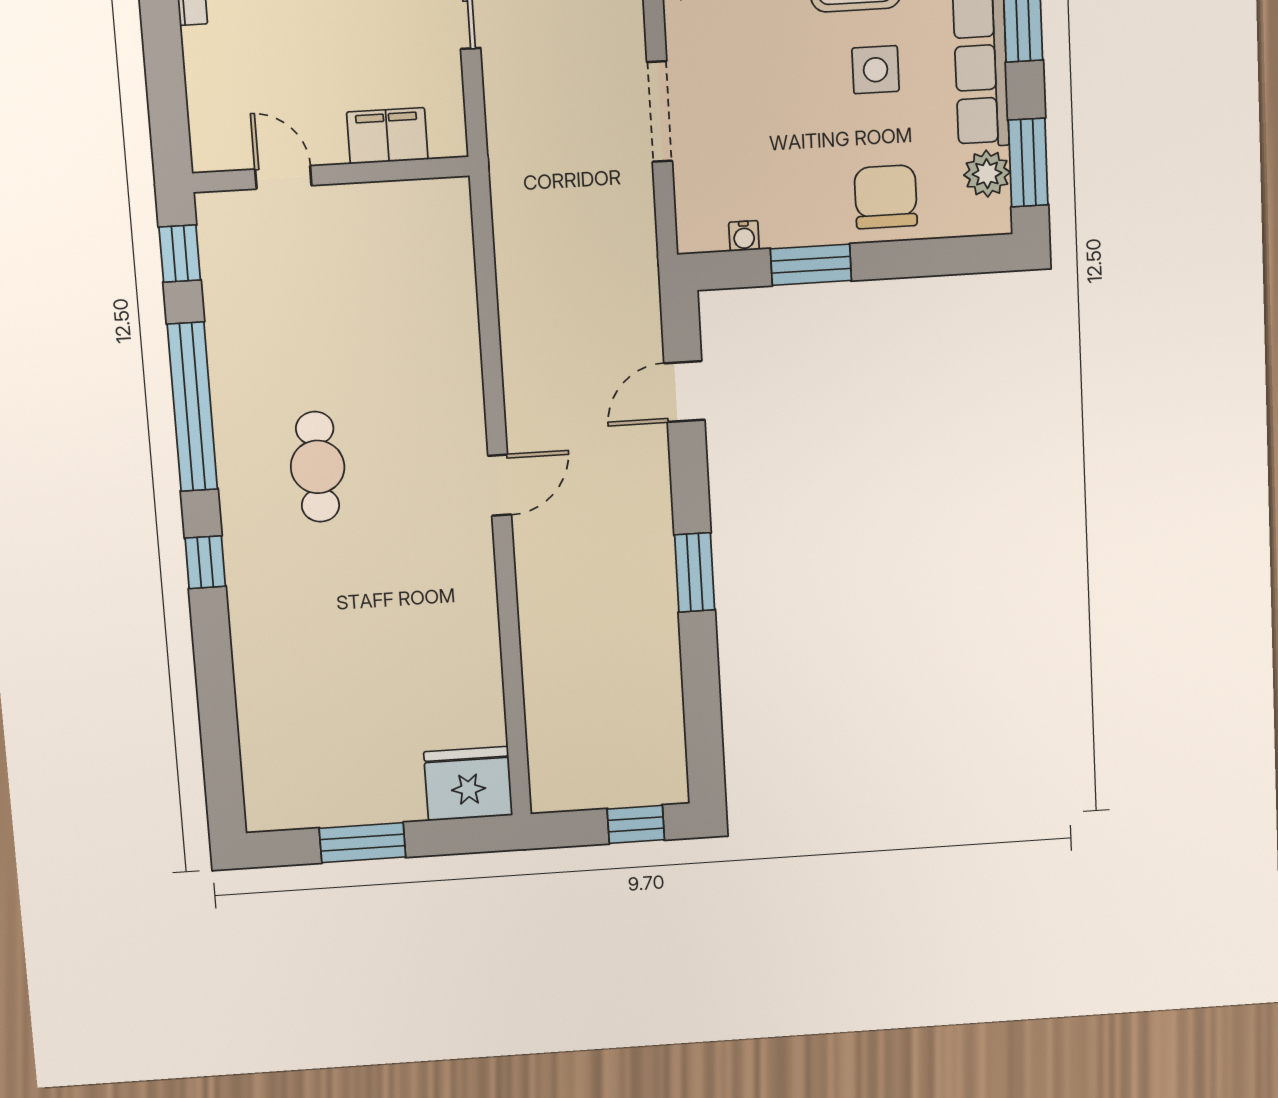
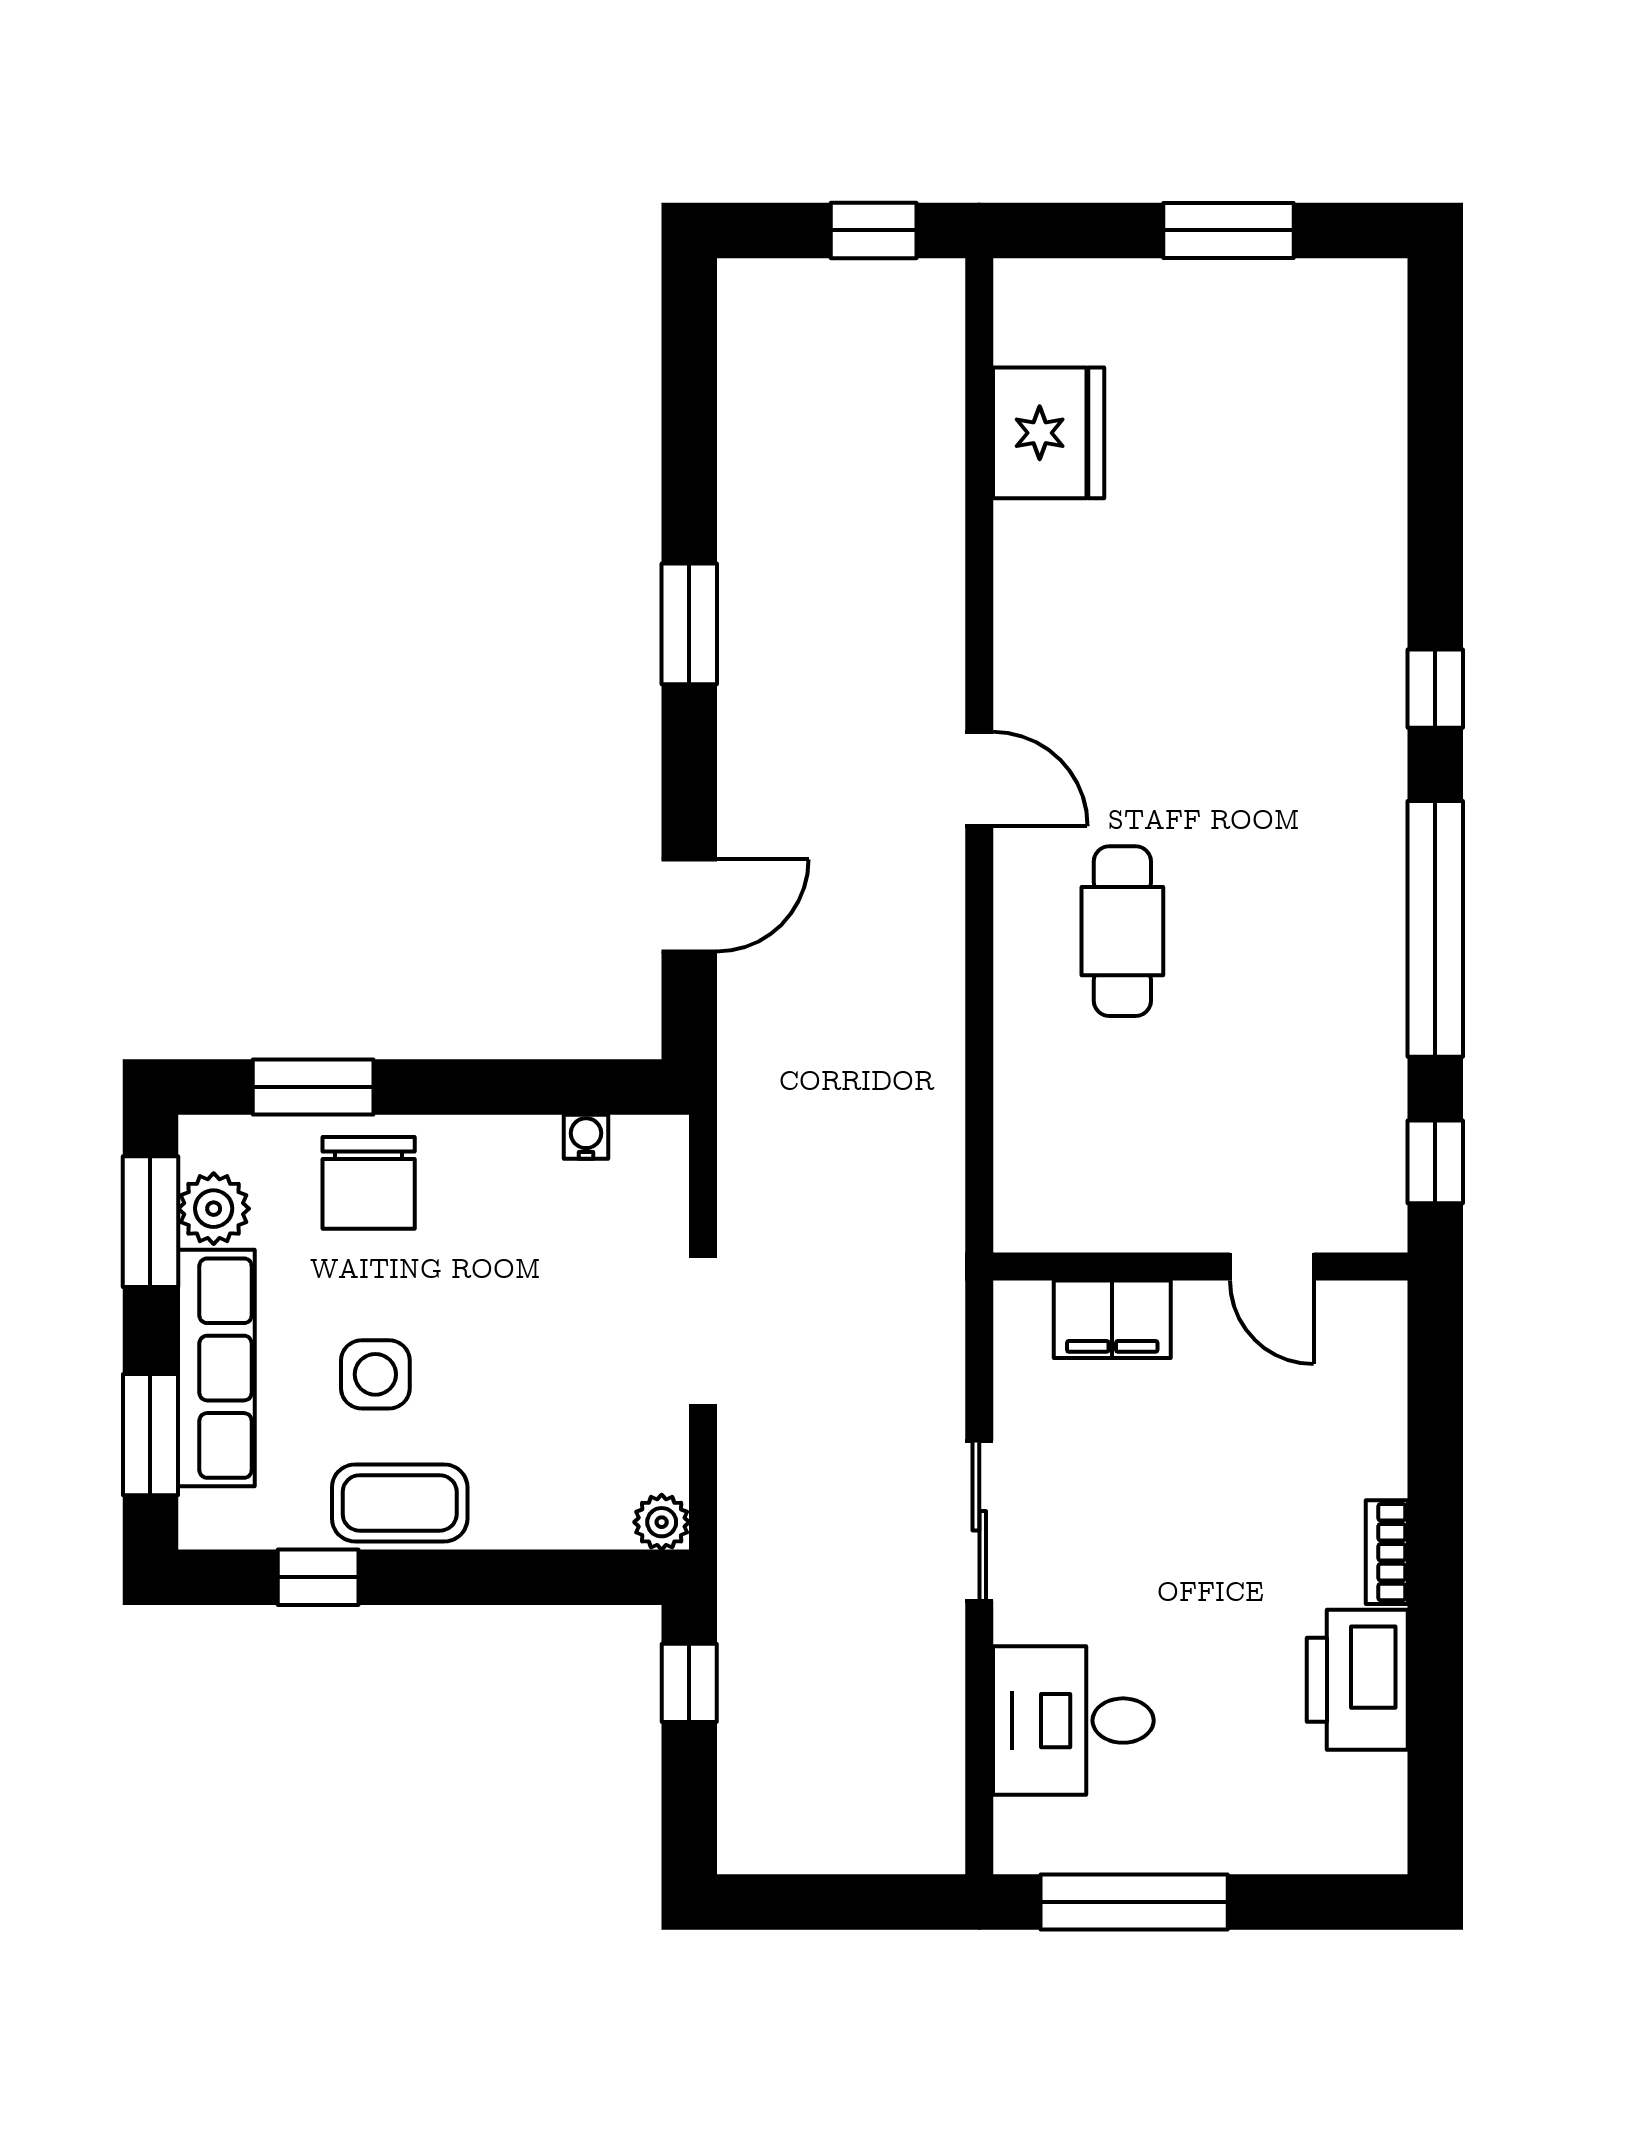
window: (811, 265) -> (313, 1087), moved
cafe table: (318, 467) -> (1122, 931), moved
door: (500, 485) -> (979, 779), swing flipped
fridge: (468, 784) -> (1049, 433), moved, turned -90
window: (636, 824) -> (874, 230), moved

